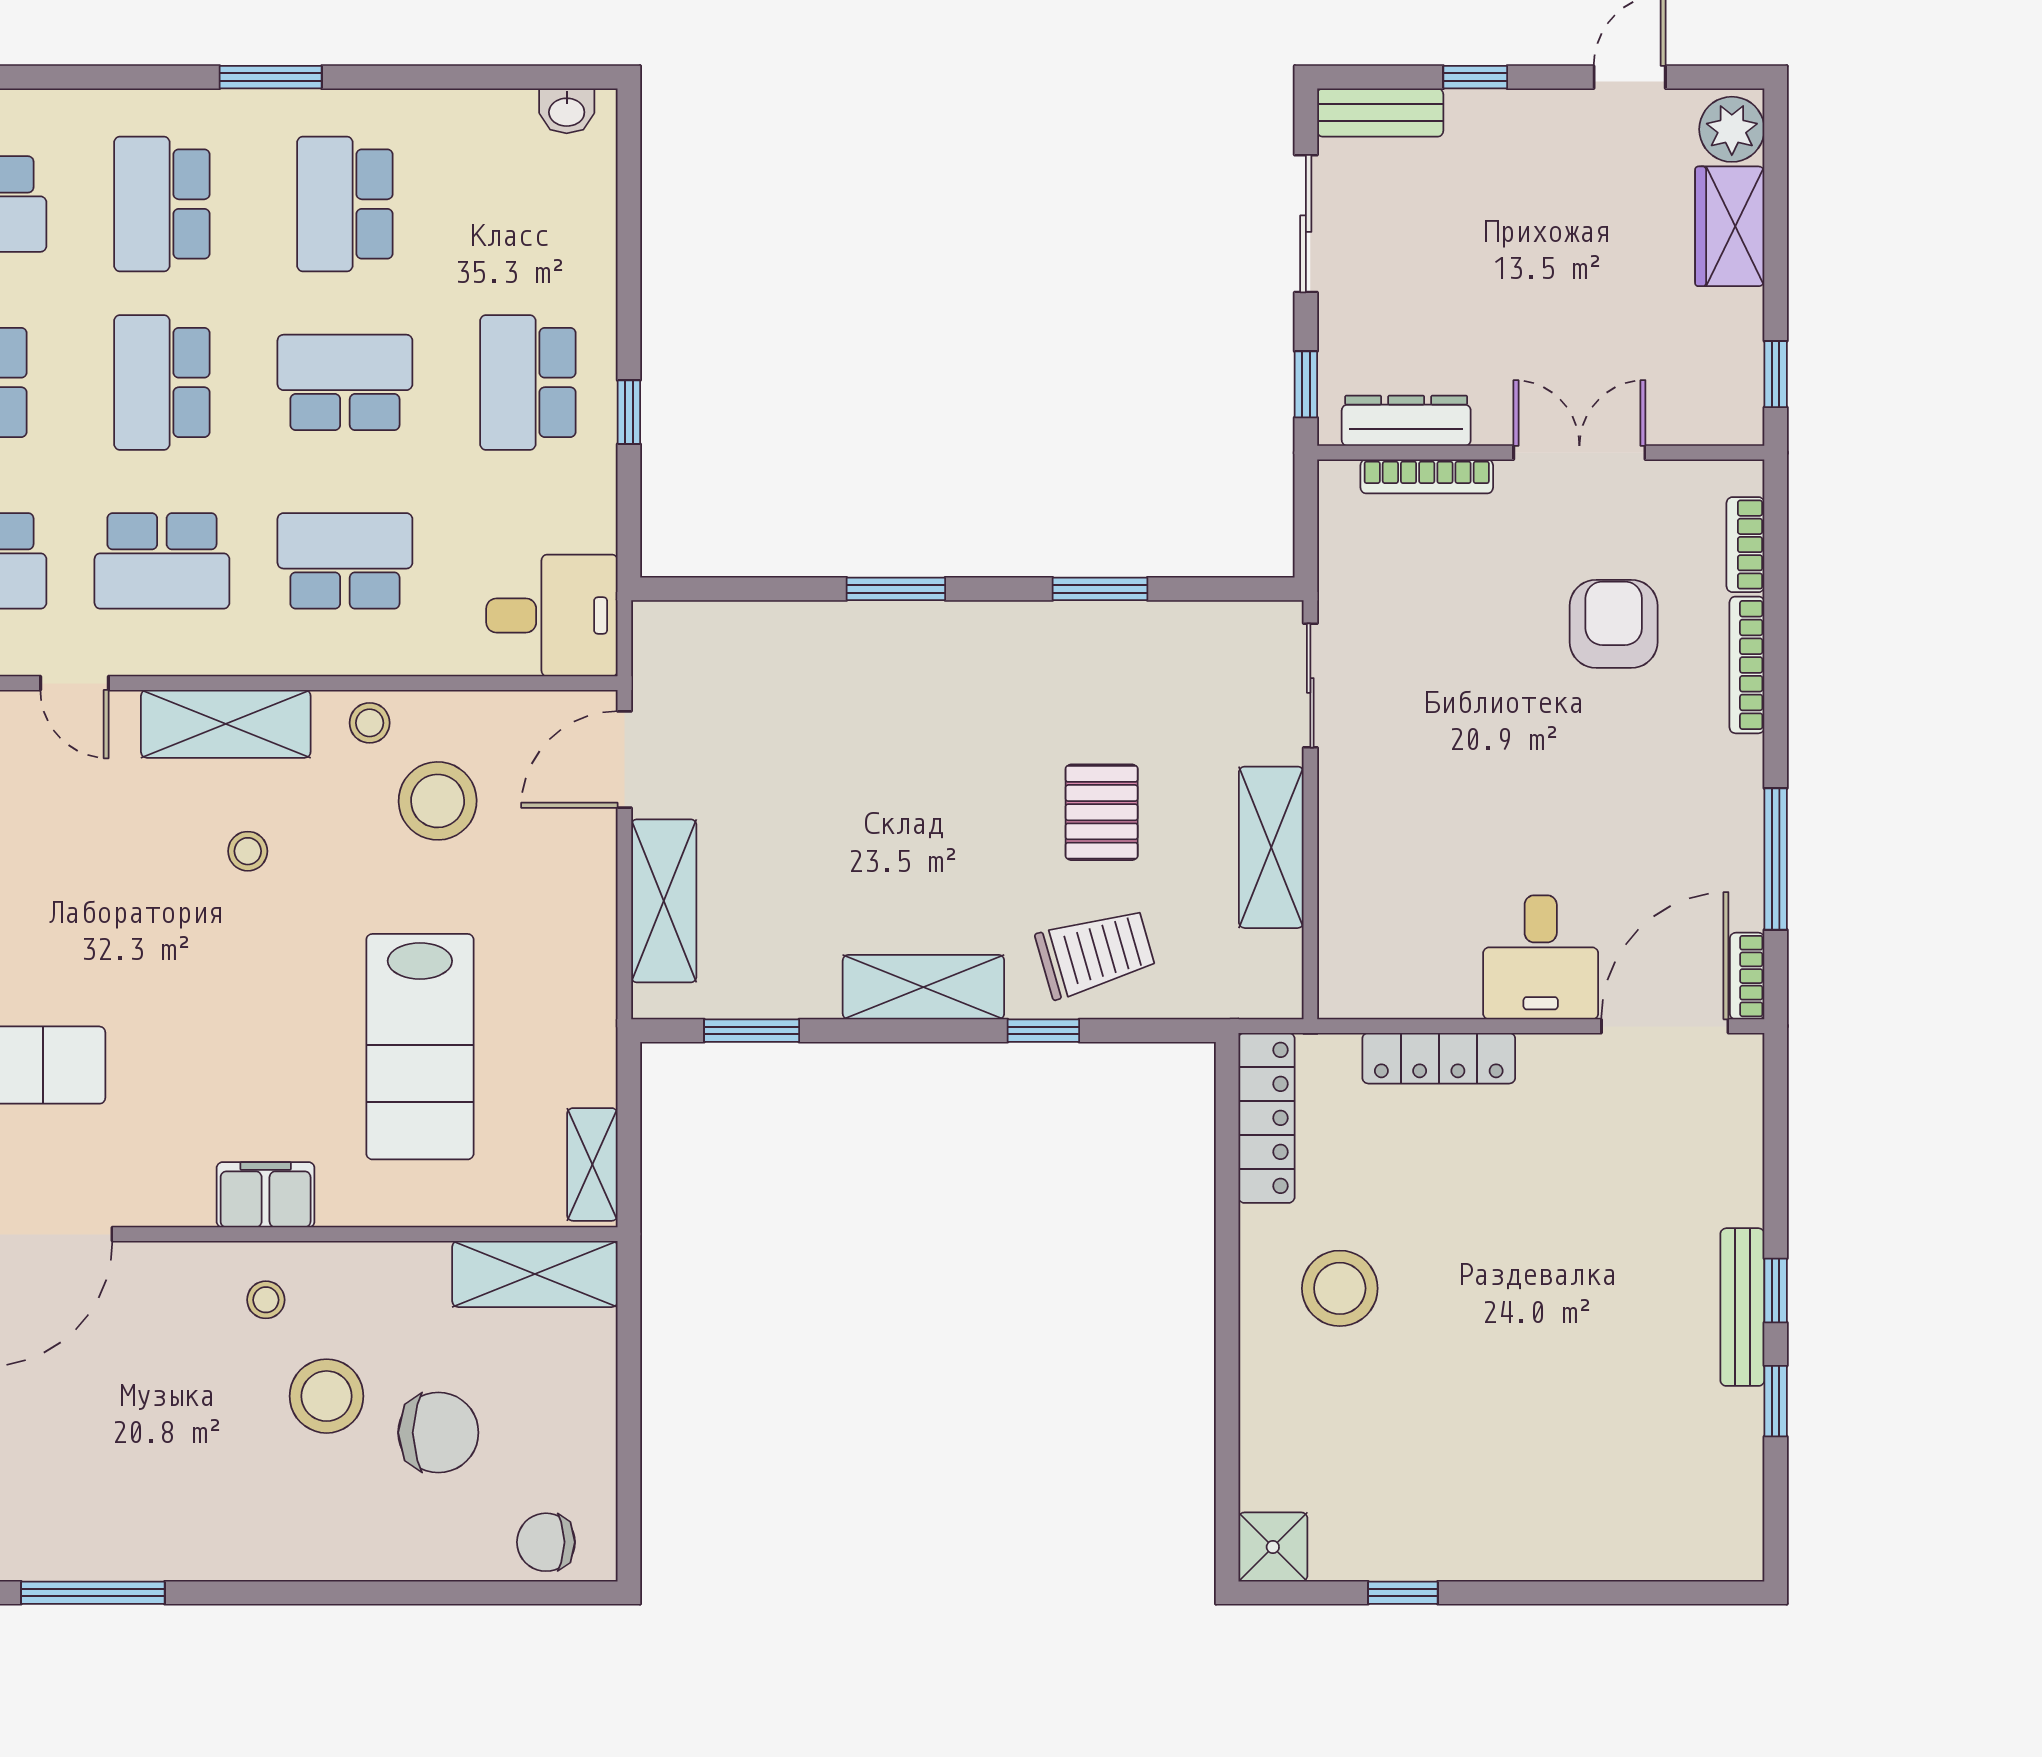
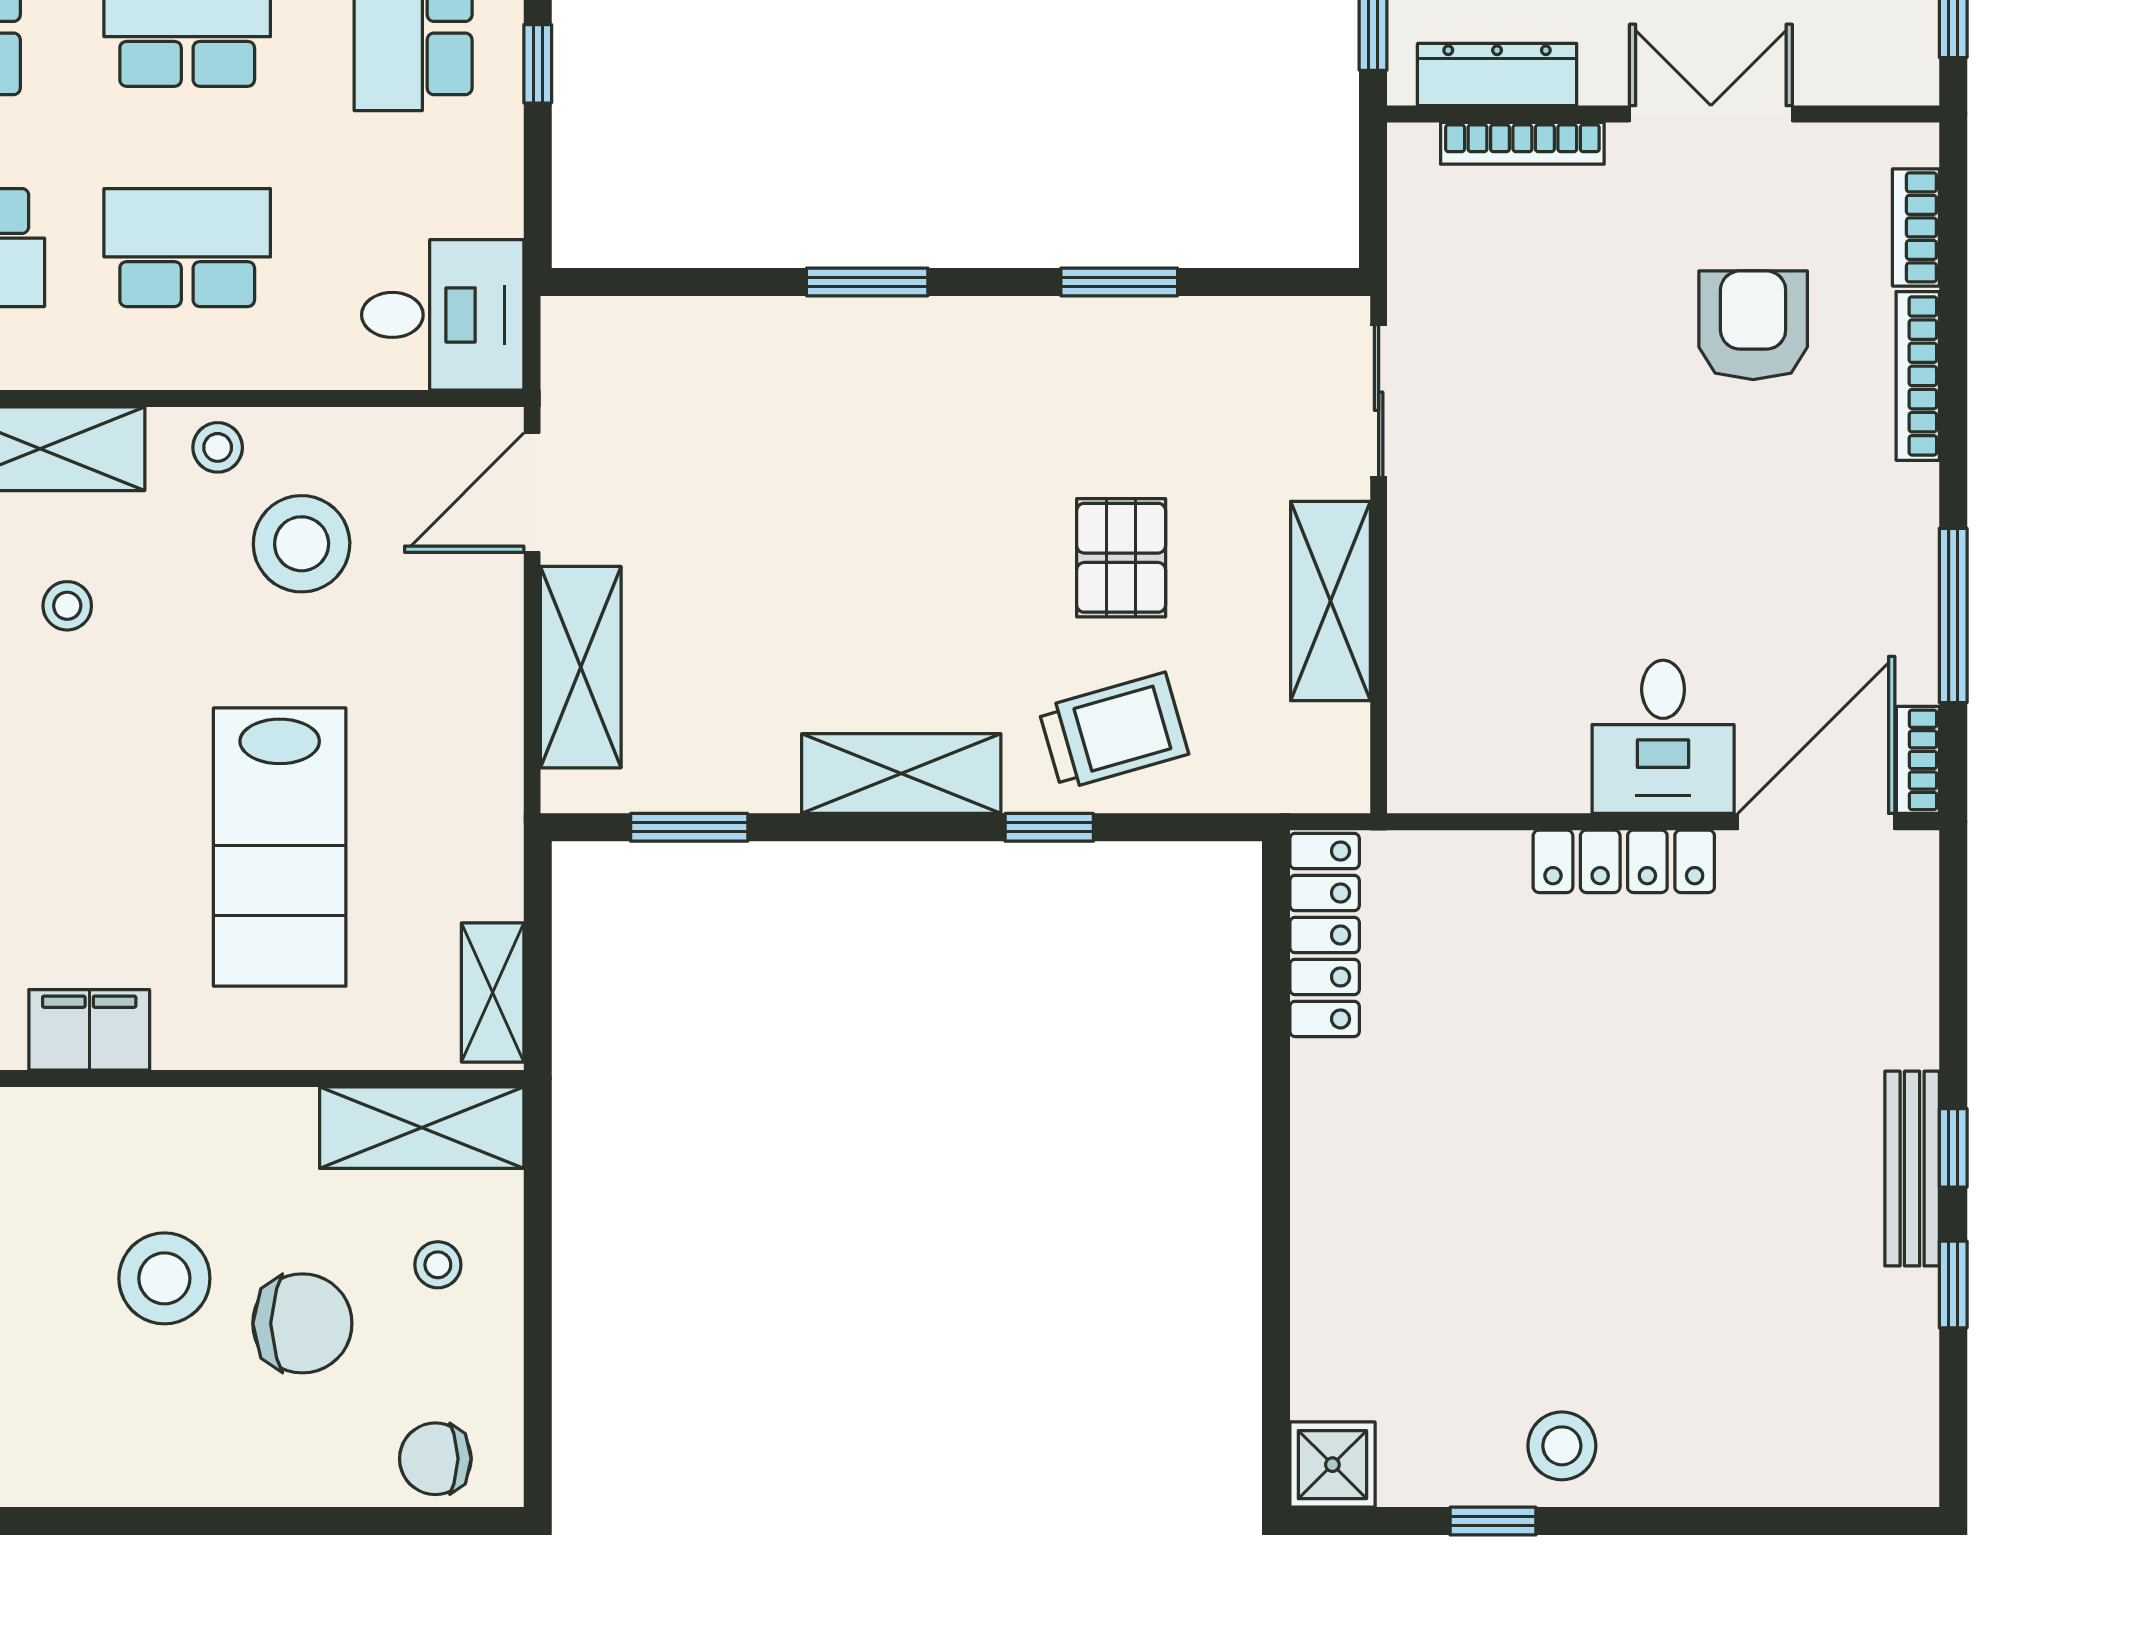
locker: (1439, 1058) -> (1624, 861), moved
stool: (1340, 1288) -> (1562, 1446), moved, width x0.73, depth x0.73
stool: (266, 1300) -> (438, 1265), moved

